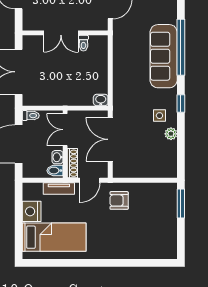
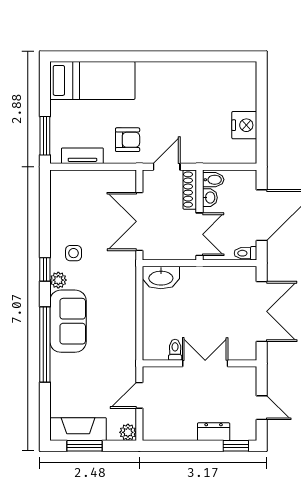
sofa: (164, 56) -> (68, 321), width x0.73
washbasin: (101, 100) -> (161, 277), width x1.91, depth x1.45
plant: (171, 134) -> (58, 280), moved
double door: (110, 139) -> (139, 221), swing flipped
tv unit: (59, 188) -> (82, 156), moved
bed: (54, 237) -> (92, 80), moved, turned 180

